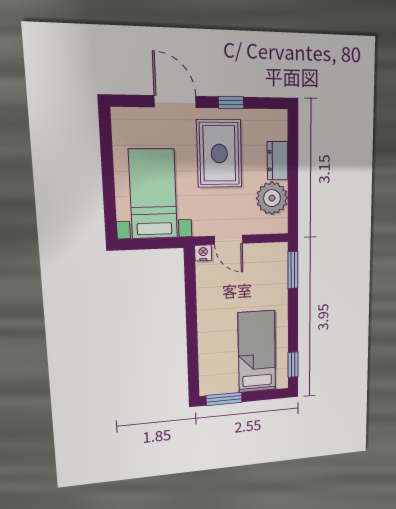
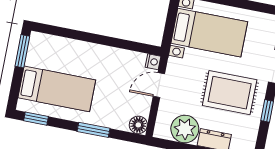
floor lamp: (278, 253) -> (138, 125), added
window: (293, 270) -> (93, 130), moved

